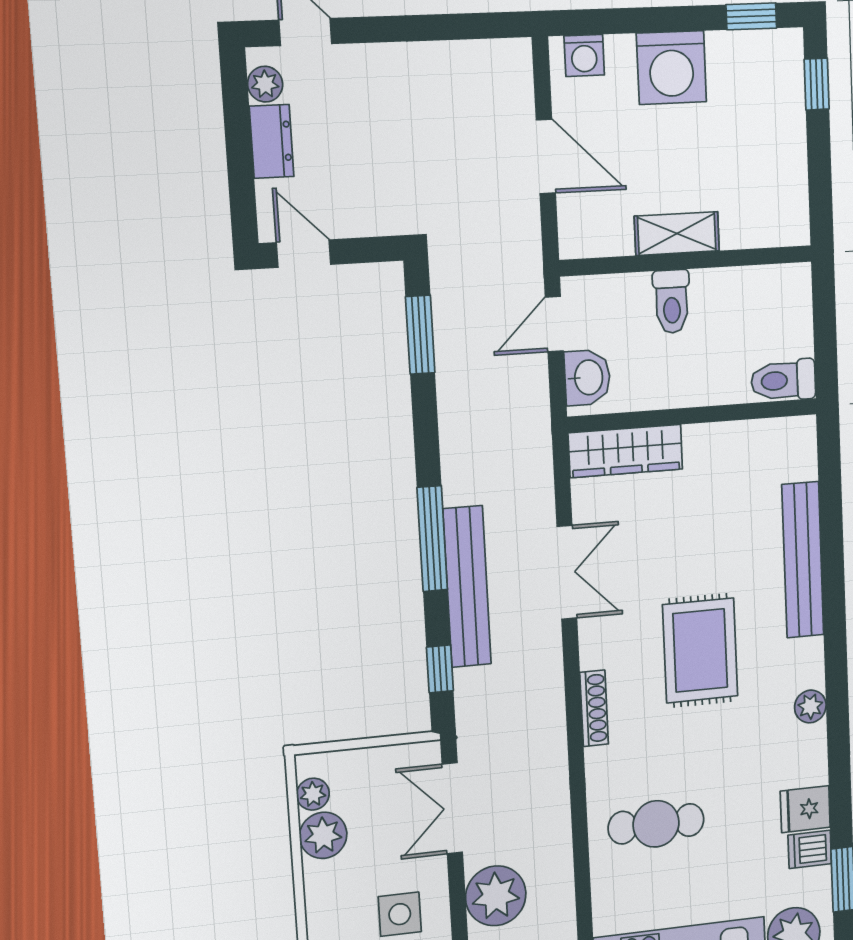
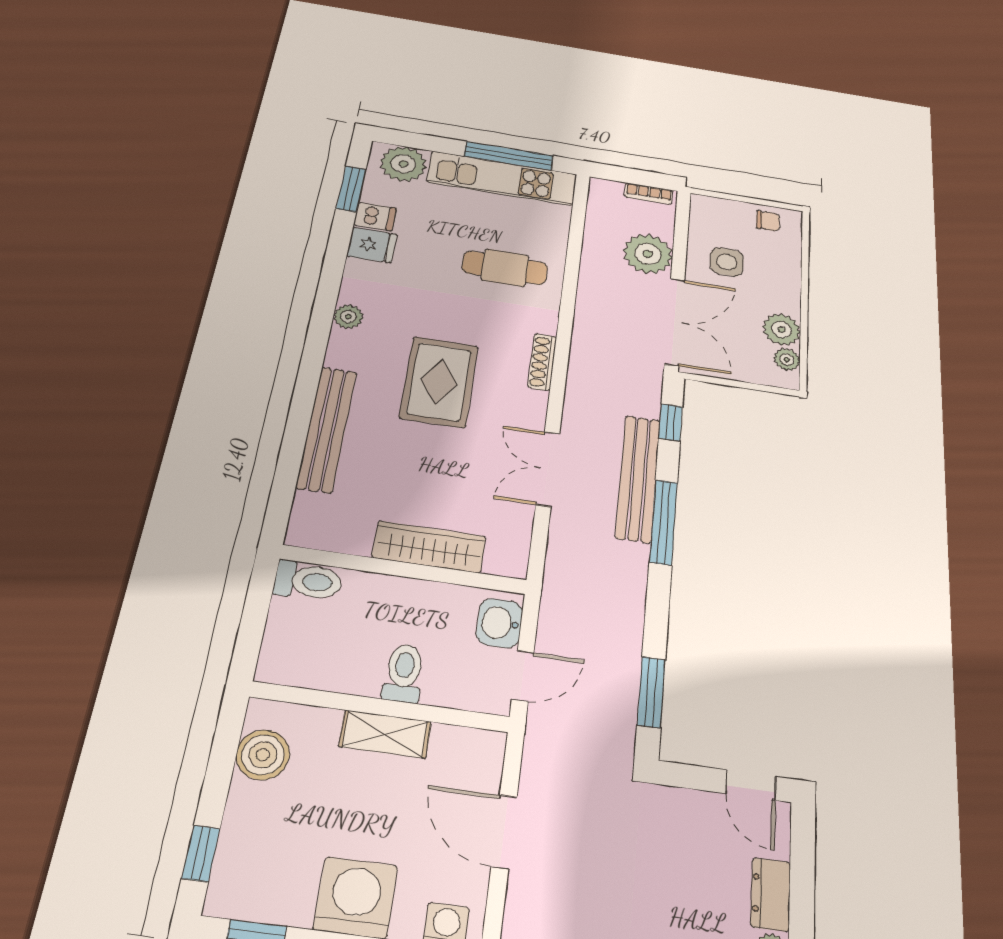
boiler: (785, 190) -> (263, 755), added
wardrobe: (626, 451) -> (429, 547), moved
double door: (452, 808) -> (675, 321), width x1.37

